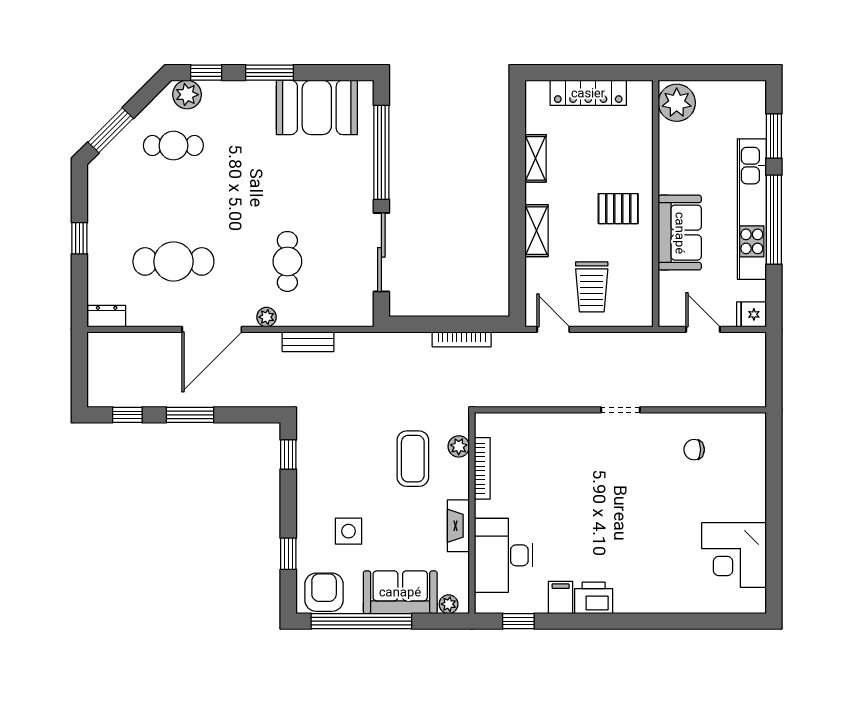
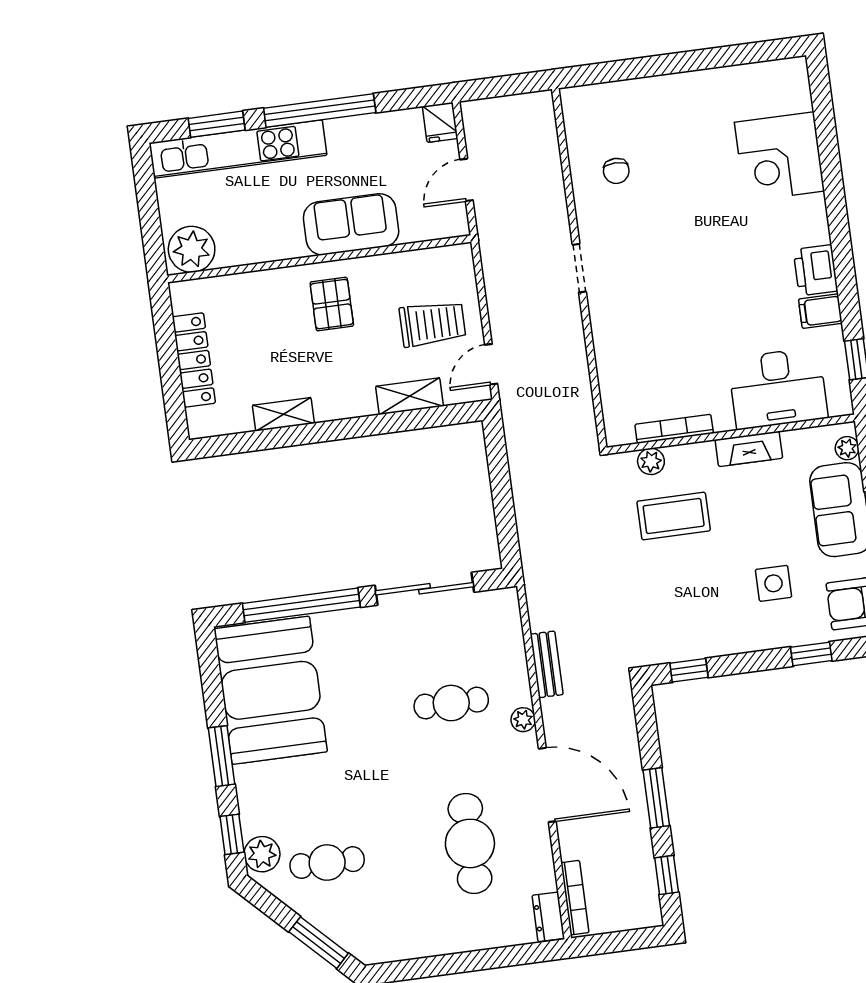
booth: (317, 107) -> (271, 690), width x1.36, depth x1.42
cafe table: (173, 146) -> (327, 863), turned 90
kitchen unit: (752, 209) -> (238, 149), moved
shelving: (536, 231) -> (410, 396), moved
window: (79, 238) -> (457, 963), removed
bookcase: (462, 339) -> (575, 898), moved
corner desk: (734, 555) -> (779, 157), moved, turned 90

